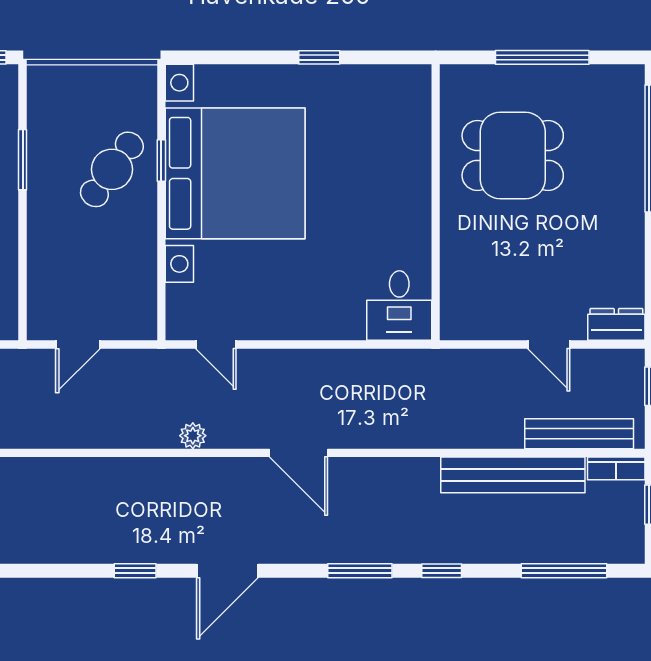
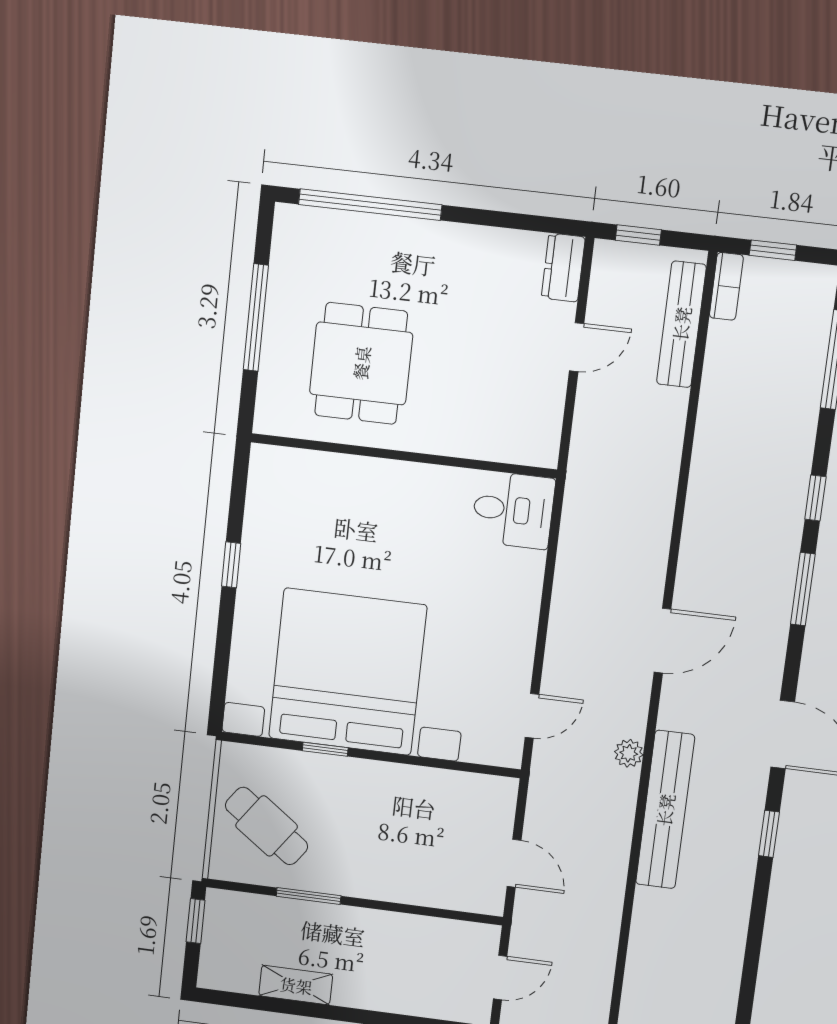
cafe table: (112, 169) -> (267, 826), moved
bench: (513, 475) -> (665, 810), moved

